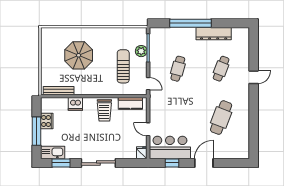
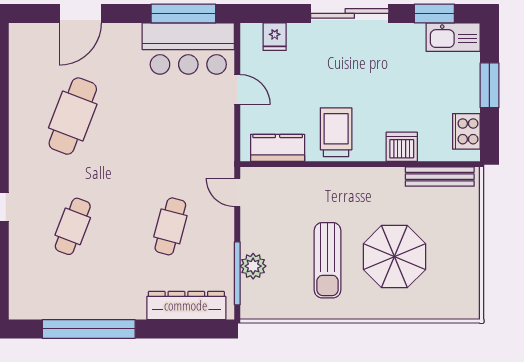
window: (190, 23) -> (89, 329), moved
dresser: (214, 34) -> (186, 305), moved
sun lounger: (123, 66) -> (328, 260), moved
cooker: (47, 121) -> (466, 131), moved
window: (36, 131) -> (489, 85), width x0.69
fridge: (142, 153) -> (275, 37), moved
window: (172, 163) -> (183, 13), width x2.17
door: (204, 163) -> (80, 13), moved

